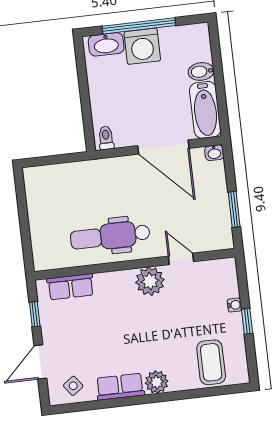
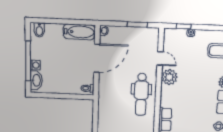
washing machine: (142, 46) -> (35, 65), width x0.53, depth x0.53
bidet: (201, 71) -> (39, 30), moved
door: (181, 259) -> (160, 58), swing flipped
window: (247, 321) -> (184, 26), moved

